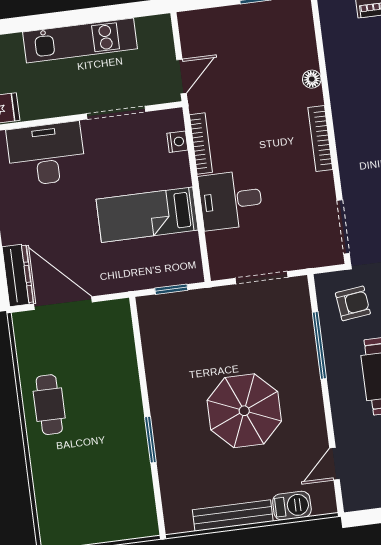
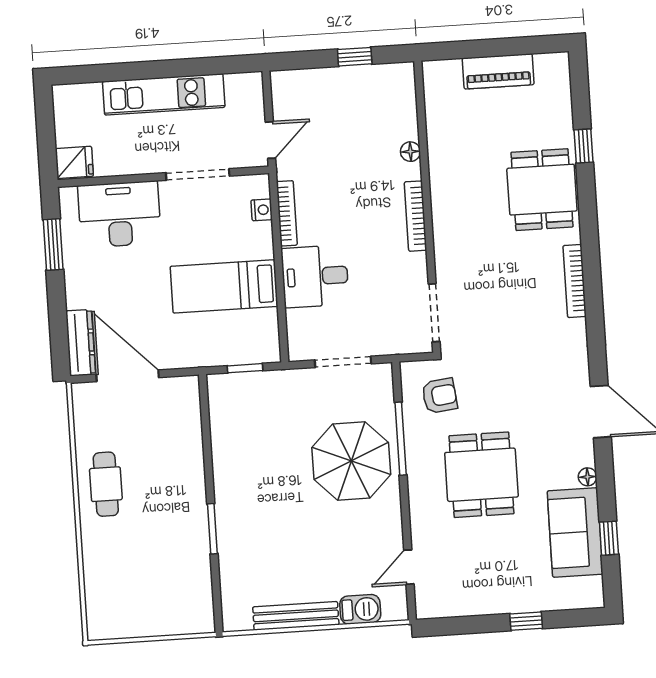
parasol: (244, 411) -> (351, 461), moved

